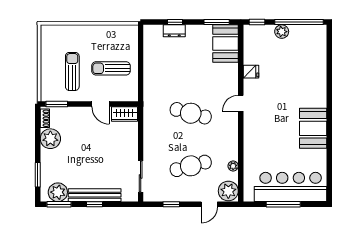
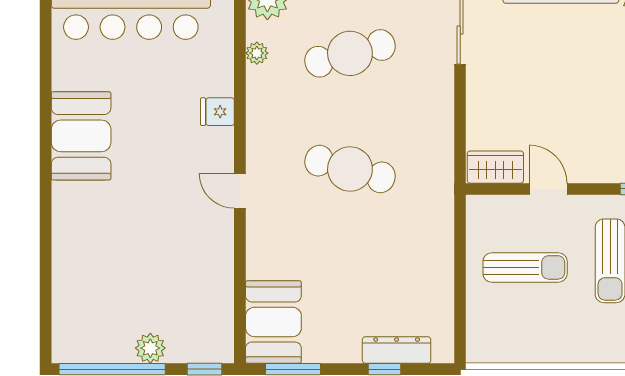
dresser: (174, 31) -> (397, 350), width x1.44
fridge: (251, 72) -> (217, 112), moved
door: (241, 103) -> (240, 191), swing flipped

